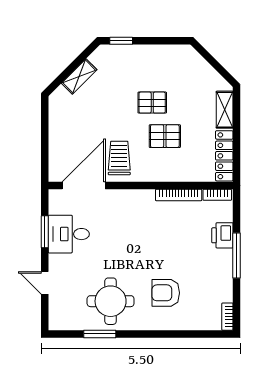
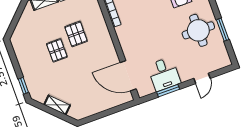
trolley: (119, 158) -> (102, 59), removed

